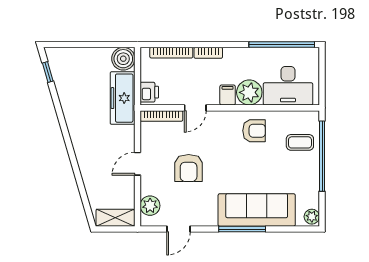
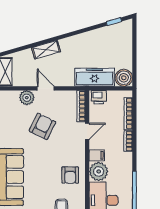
door: (195, 108) -> (87, 131), swing flipped
shelving: (86, 163) -> (46, 50), added
armchair: (189, 168) -> (42, 126), turned 116
plant: (150, 206) -> (27, 98), moved

